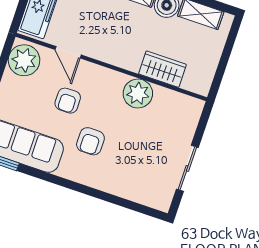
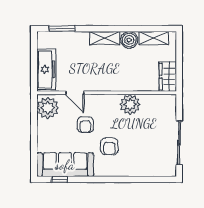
wardrobe: (162, 69) -> (168, 77), moved, turned -90
sliding door: (187, 168) -> (179, 143), width x1.37

